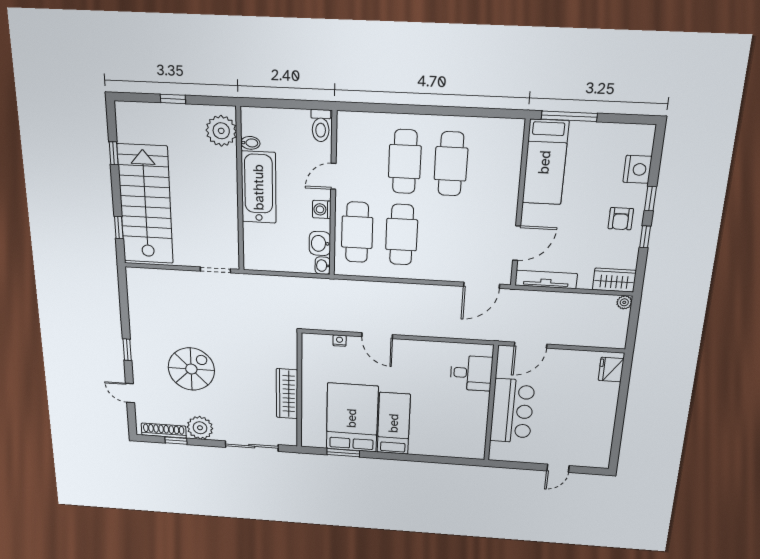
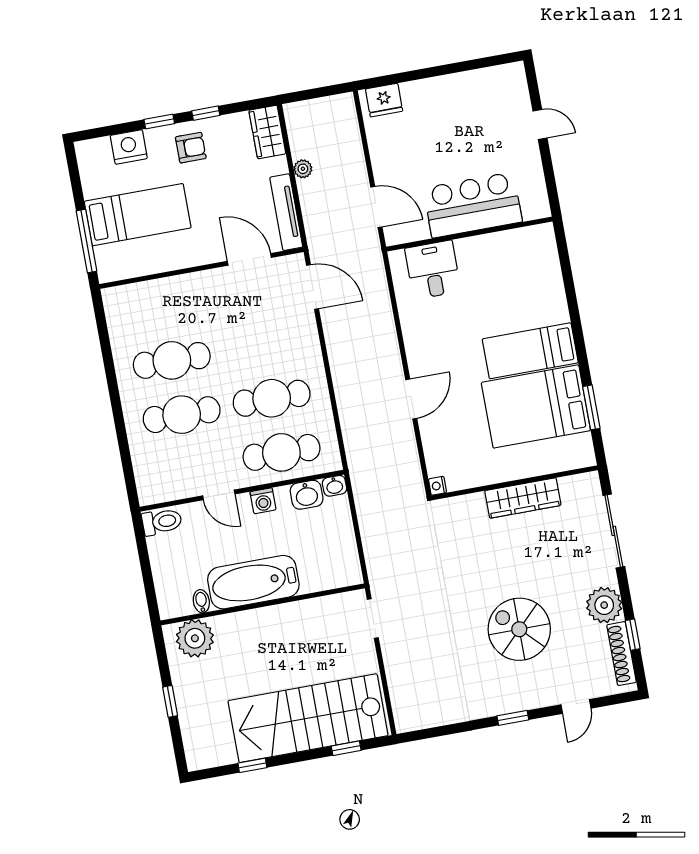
bed: (545, 162) -> (138, 215), moved
plant: (624, 302) -> (303, 169), moved
nightstand: (340, 341) -> (437, 486), moved

